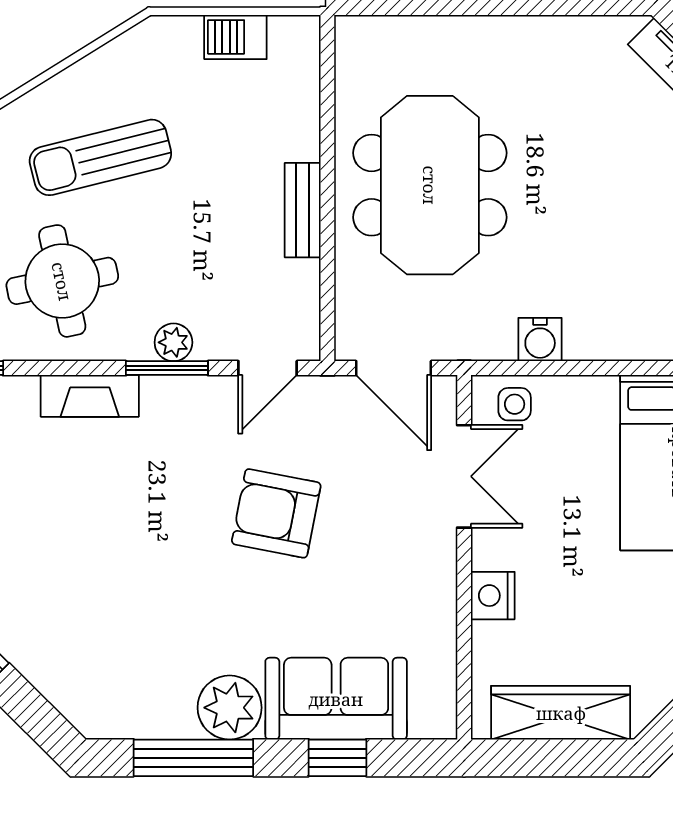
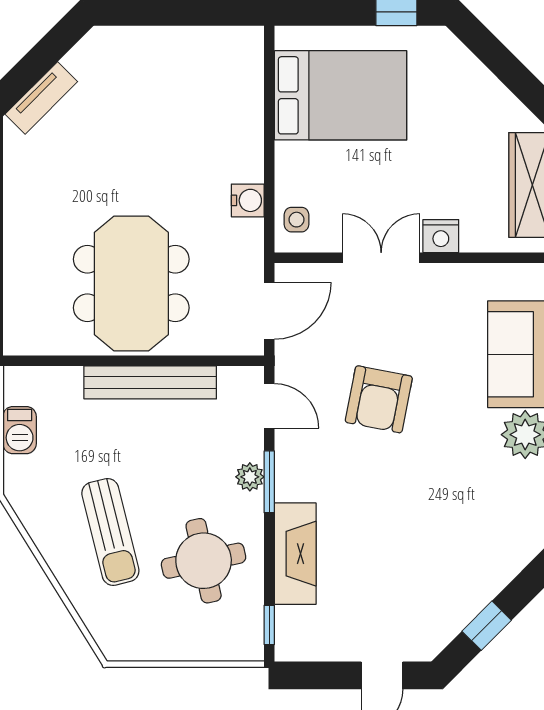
meeting table: (430, 185) -> (131, 283), turned 90
bench: (303, 210) -> (150, 382), width x1.86, depth x1.21
fireplace: (90, 396) -> (295, 554), width x1.37, depth x1.32
double door: (464, 476) -> (381, 258), moved

